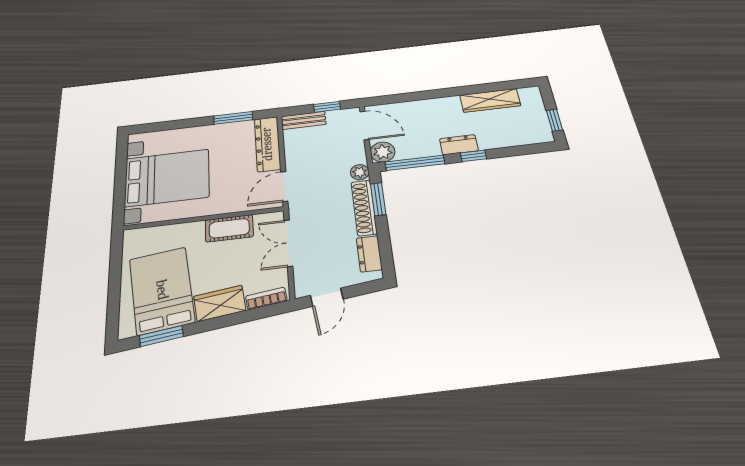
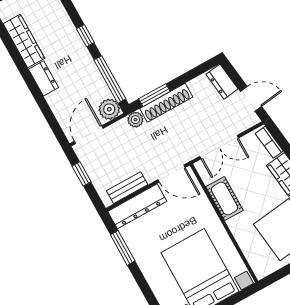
bench: (304, 120) -> (127, 188), moved, turned 90
dresser: (459, 145) -> (43, 78), moved, turned 180
dresser: (369, 254) -> (222, 82), moved, turned 83

